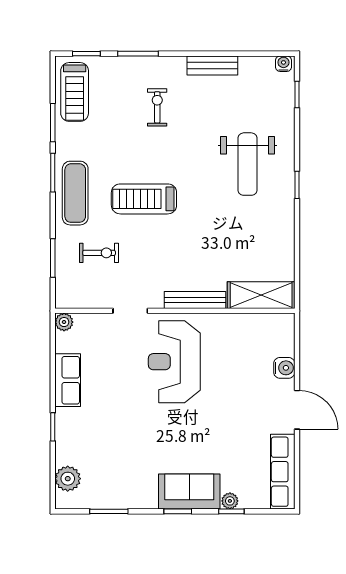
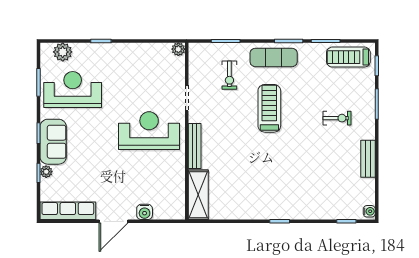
weight bench: (247, 164) -> (295, 185), removed
row of seats: (68, 380) -> (135, 52), removed
reception desk: (119, 465) -> (73, 90), added

